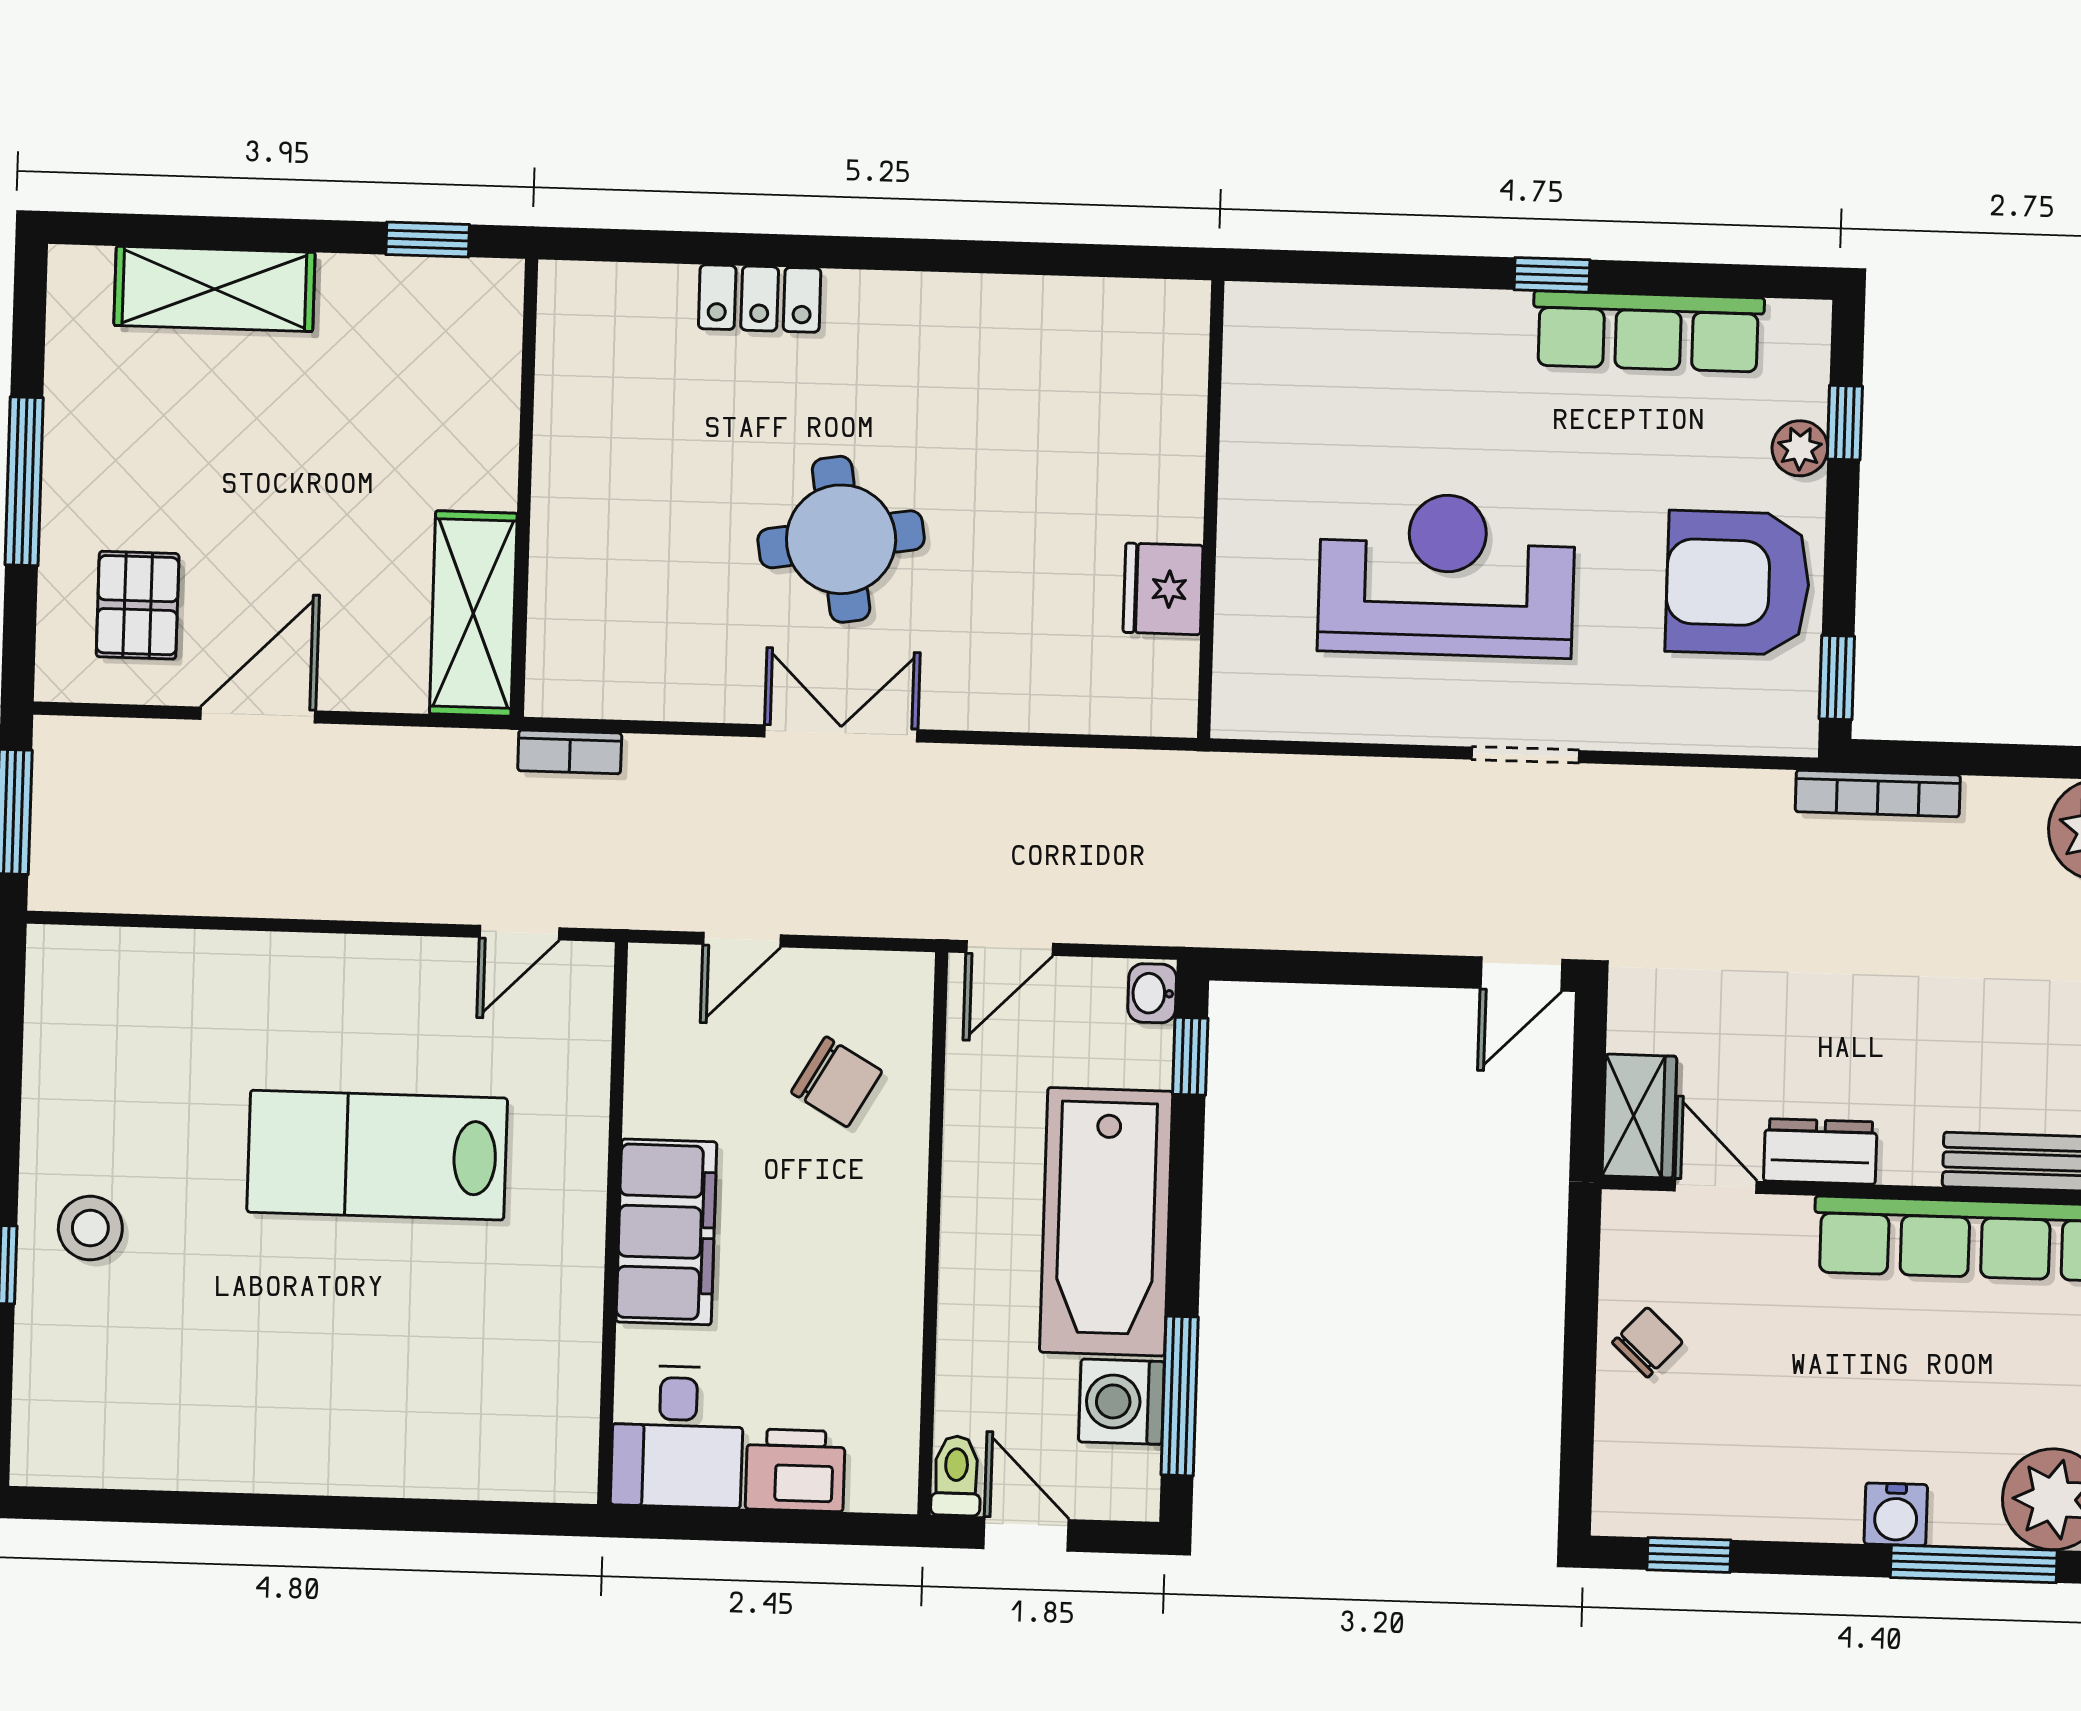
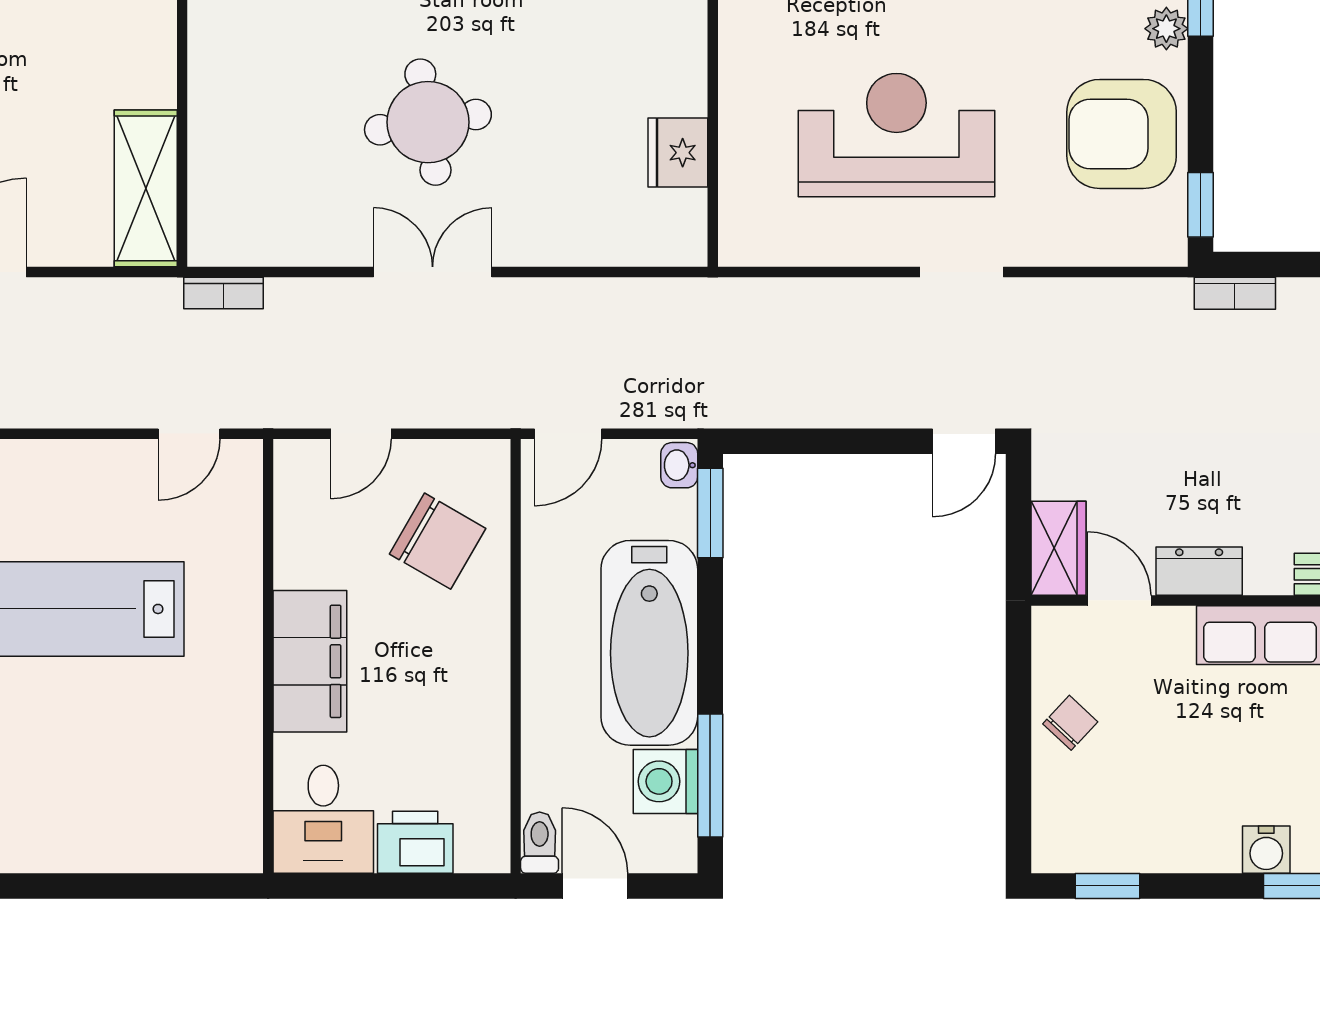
bookcase: (1878, 793) -> (1235, 293), width x0.64
window: (1190, 1056) -> (710, 513), width x1.50
chair: (837, 1082) -> (438, 541), width x1.37, depth x1.37

